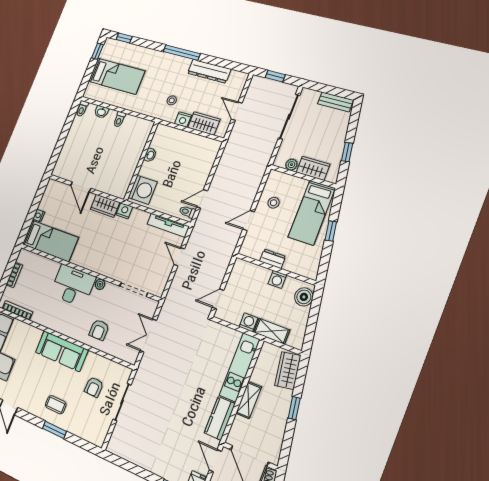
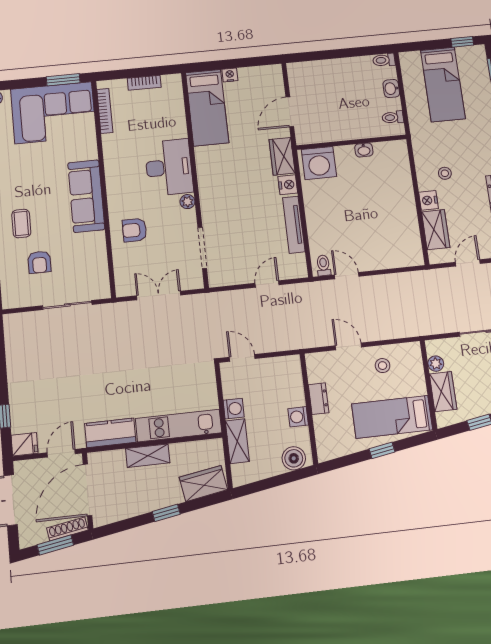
washbasin: (150, 155) -> (364, 150), moved
wall: (141, 161) -> (351, 142), moved
washing machine: (143, 190) -> (319, 163), moved
tv unit: (168, 225) -> (294, 225), moved
armchair: (94, 387) -> (39, 262), moved, turned -92

